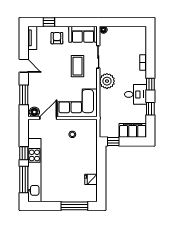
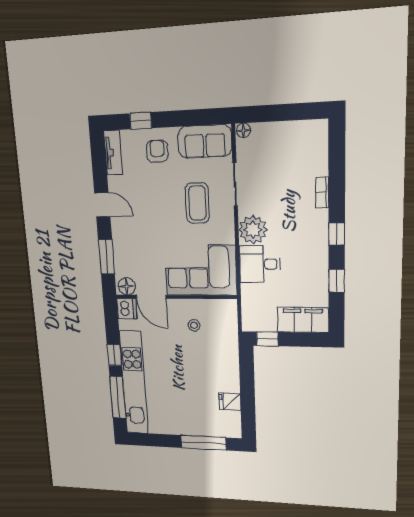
desk: (135, 94) -> (260, 264), moved, turned 180
door: (48, 118) -> (151, 297), swing flipped
dishwasher: (33, 125) -> (127, 309), added

